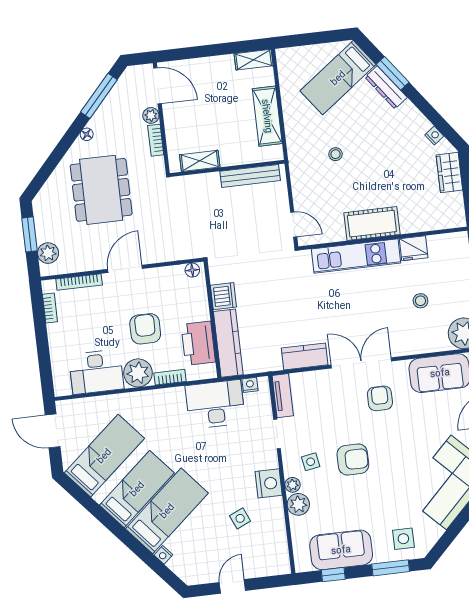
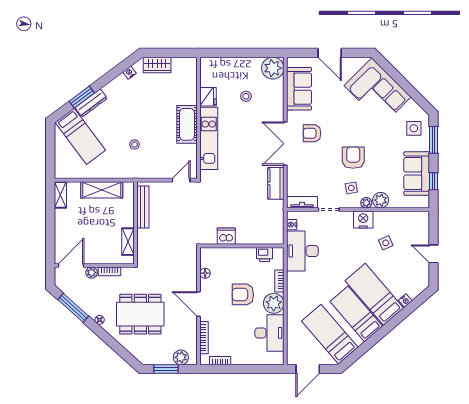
floor lamp: (192, 270) -> (205, 273), moved
printer: (198, 343) -> (265, 254), width x0.53, depth x0.68
kitchen counter: (228, 343) -> (260, 237), removed

